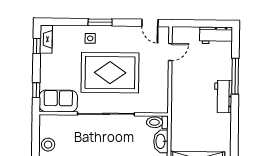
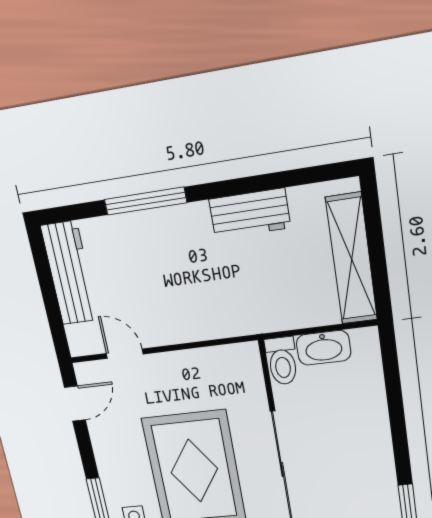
workbench: (216, 35) -> (70, 273), width x1.38
workbench: (223, 97) -> (250, 214), moved

